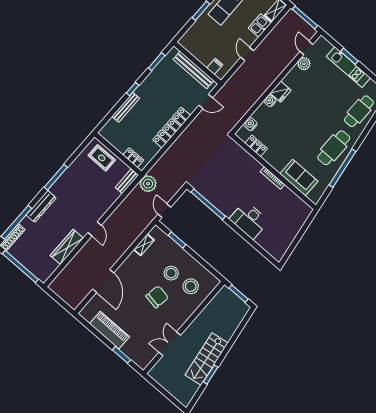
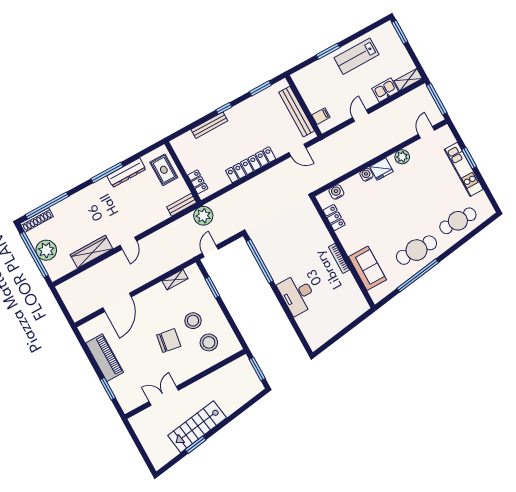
plant: (304, 64) -> (402, 157), moved
dresser: (41, 206) -> (126, 173), moved
plant: (29, 259) -> (46, 250), added

